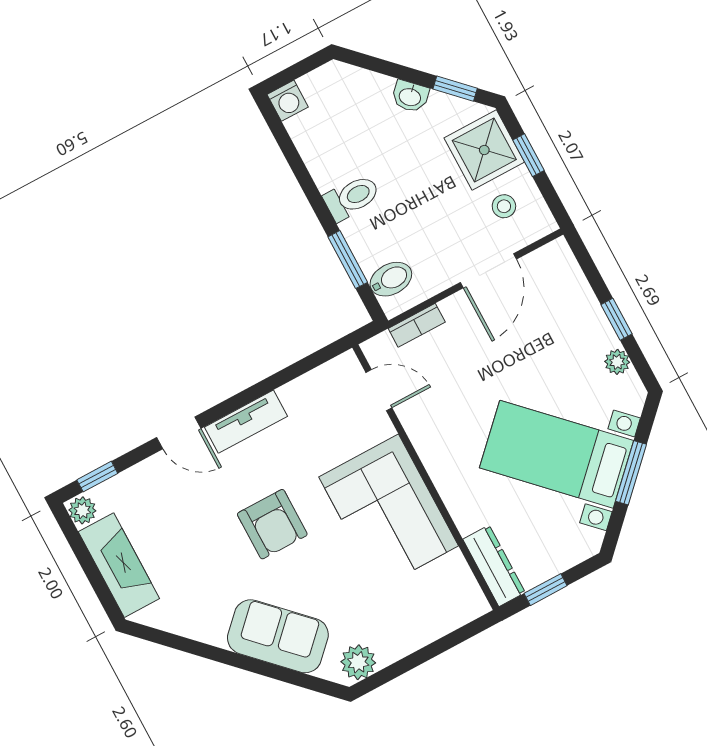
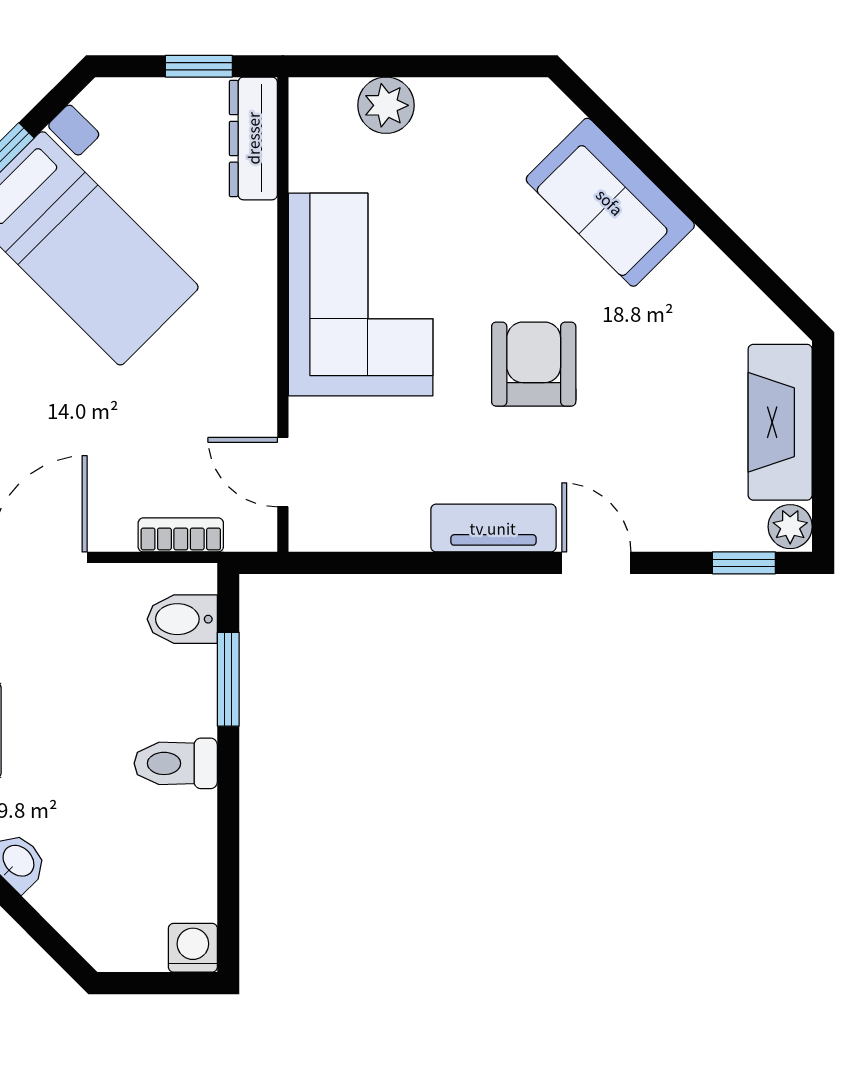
plant: (358, 662) -> (386, 105), moved

